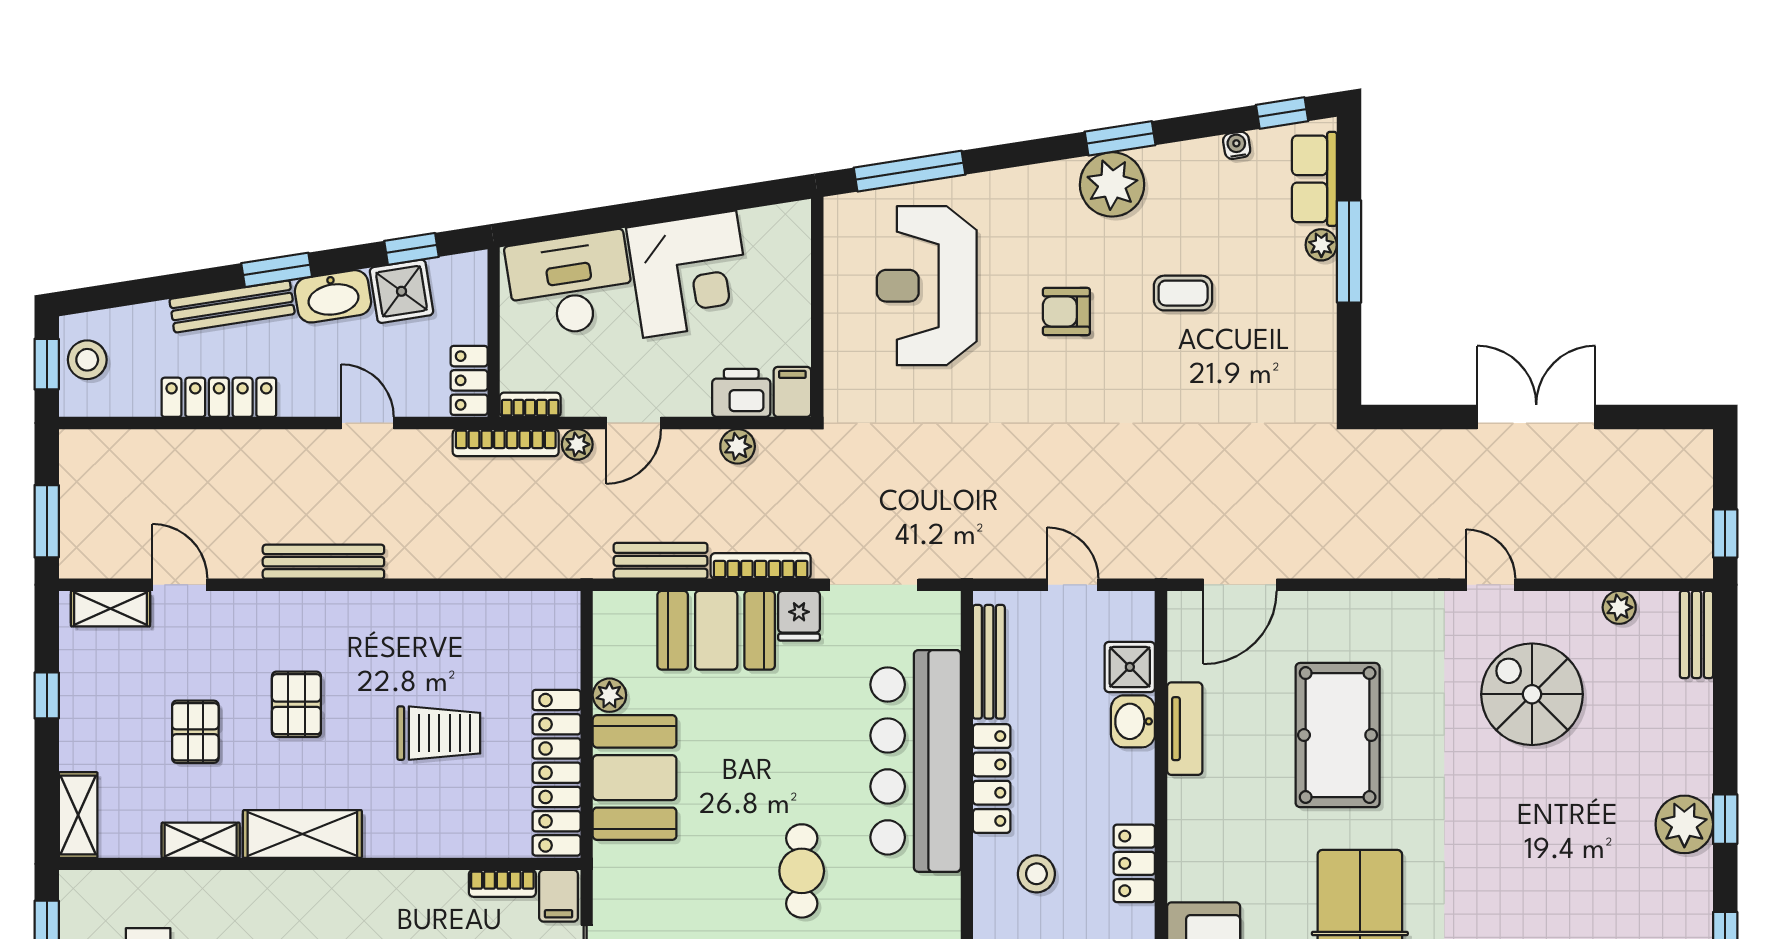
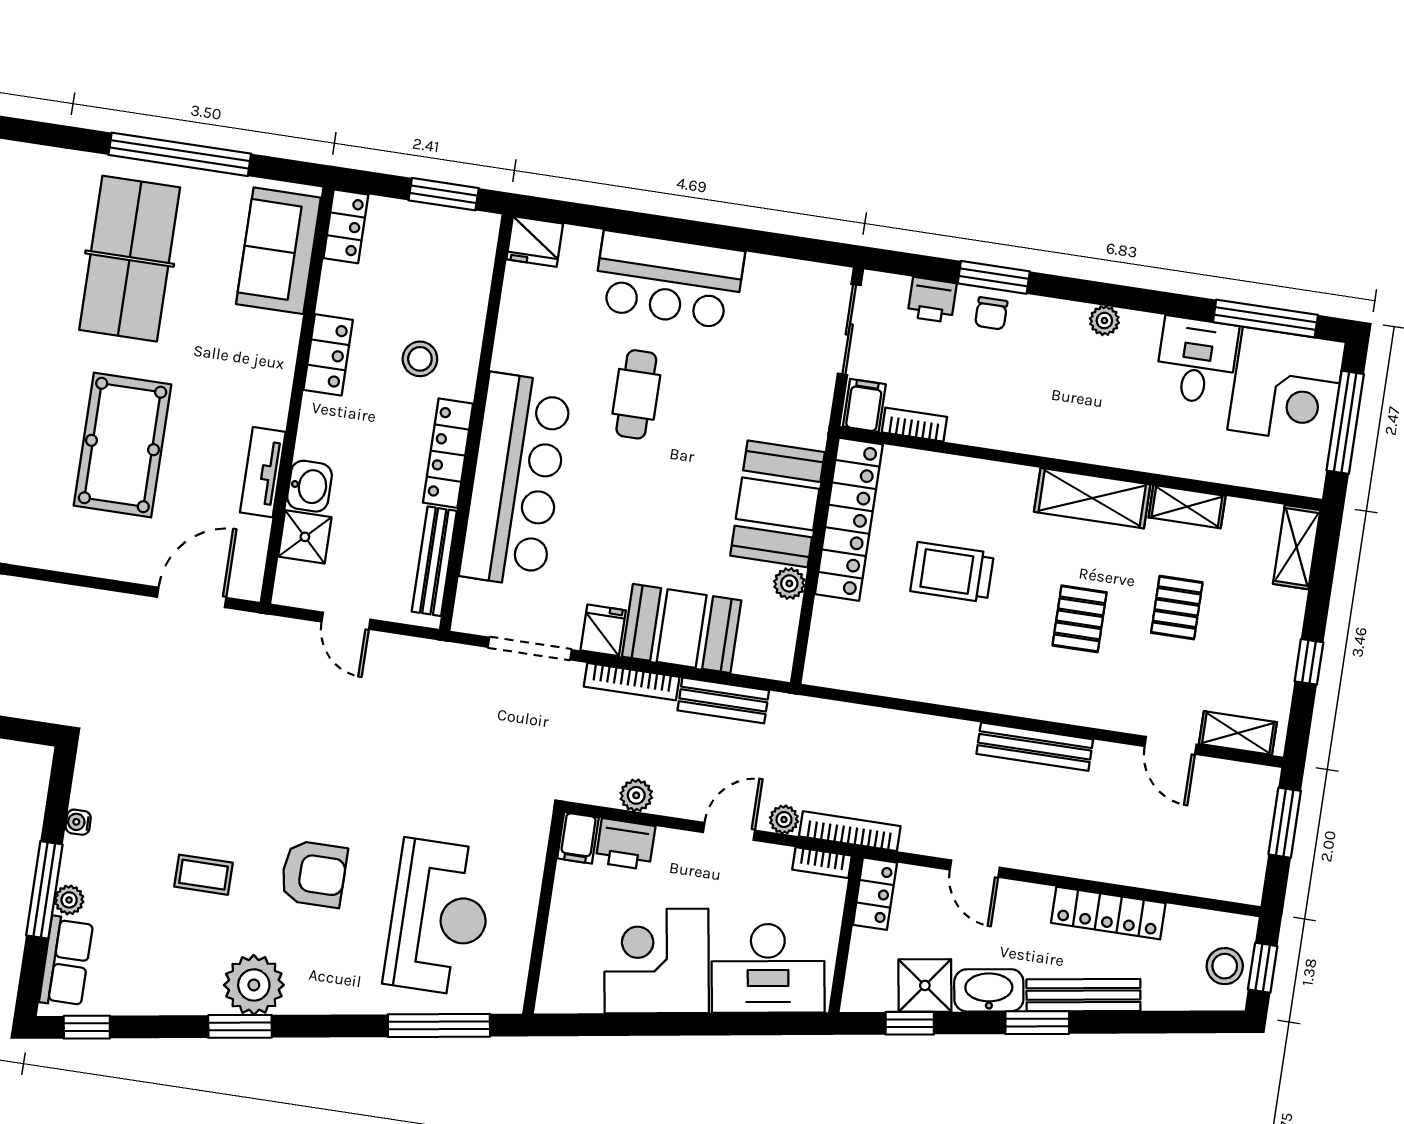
water cooler: (1237, 145) -> (78, 822), moved, turned 99
armchair: (1066, 312) -> (314, 874), width x1.38, depth x1.38

